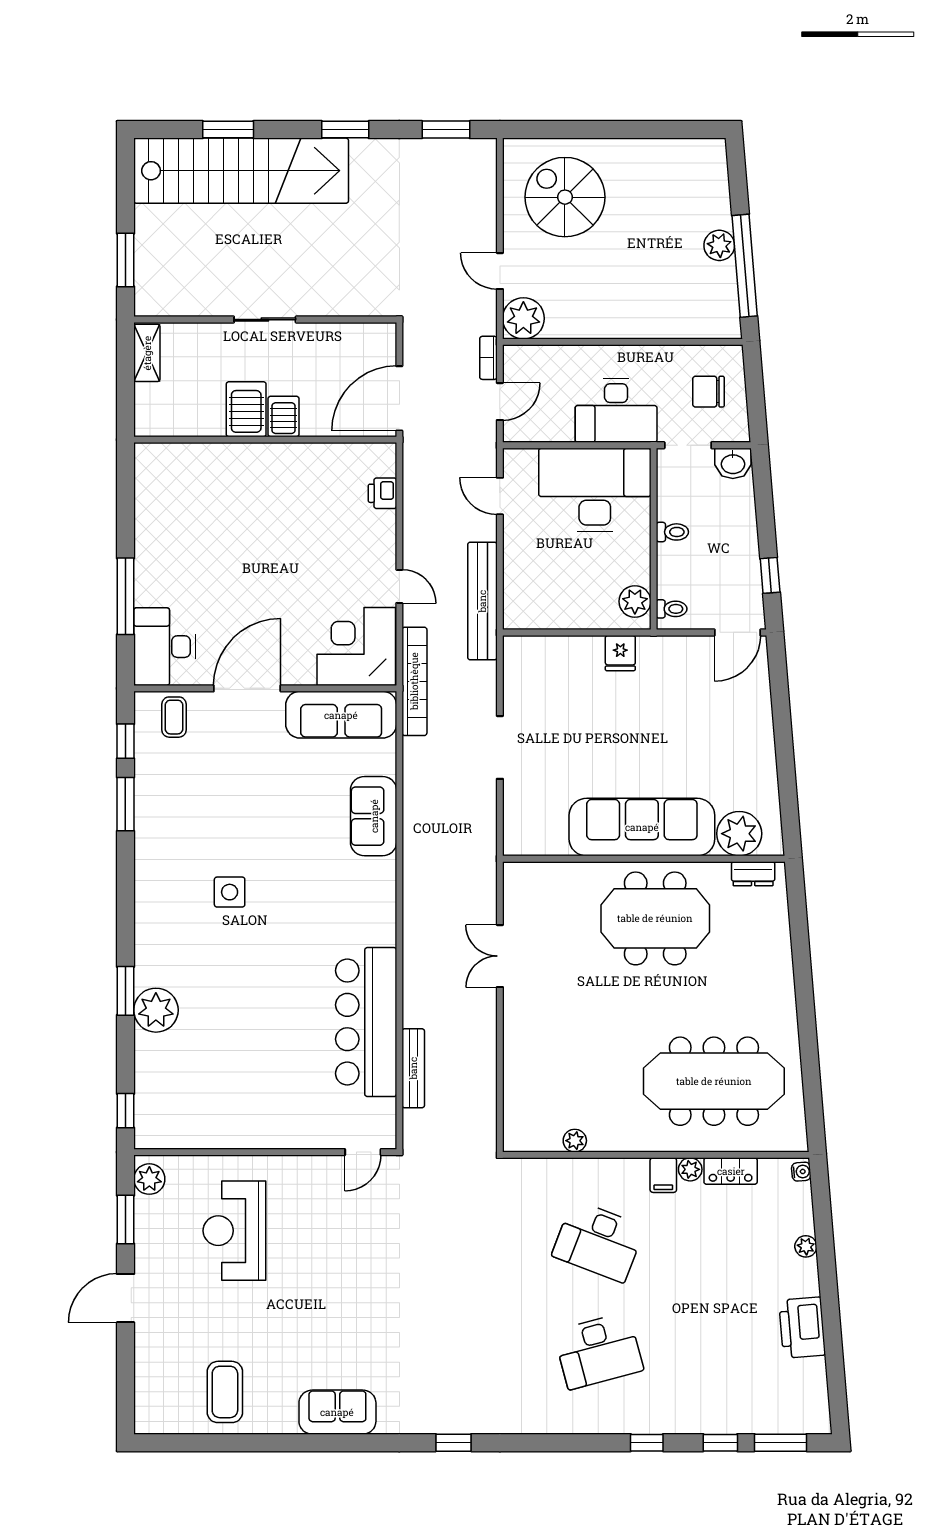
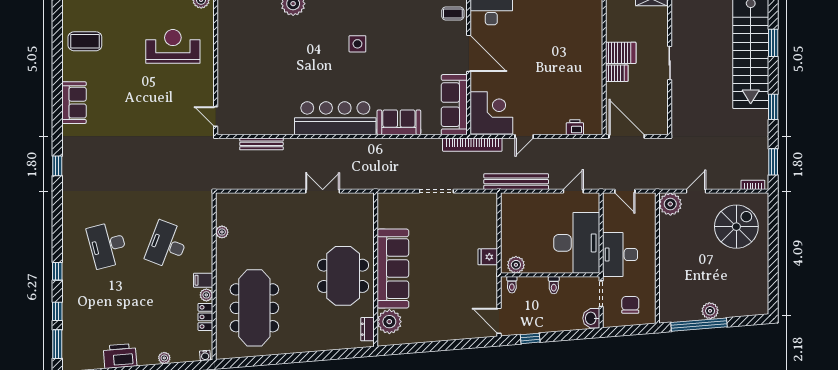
bookcase: (488, 358) -> (753, 185), moved
bar counter: (366, 1022) -> (335, 118), moved

